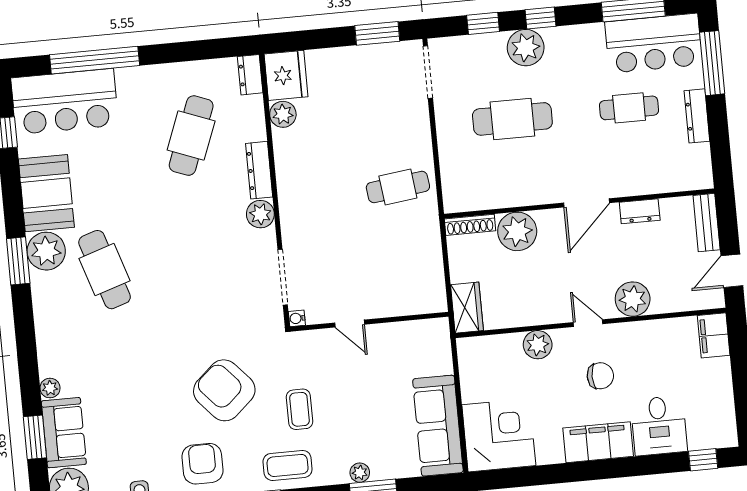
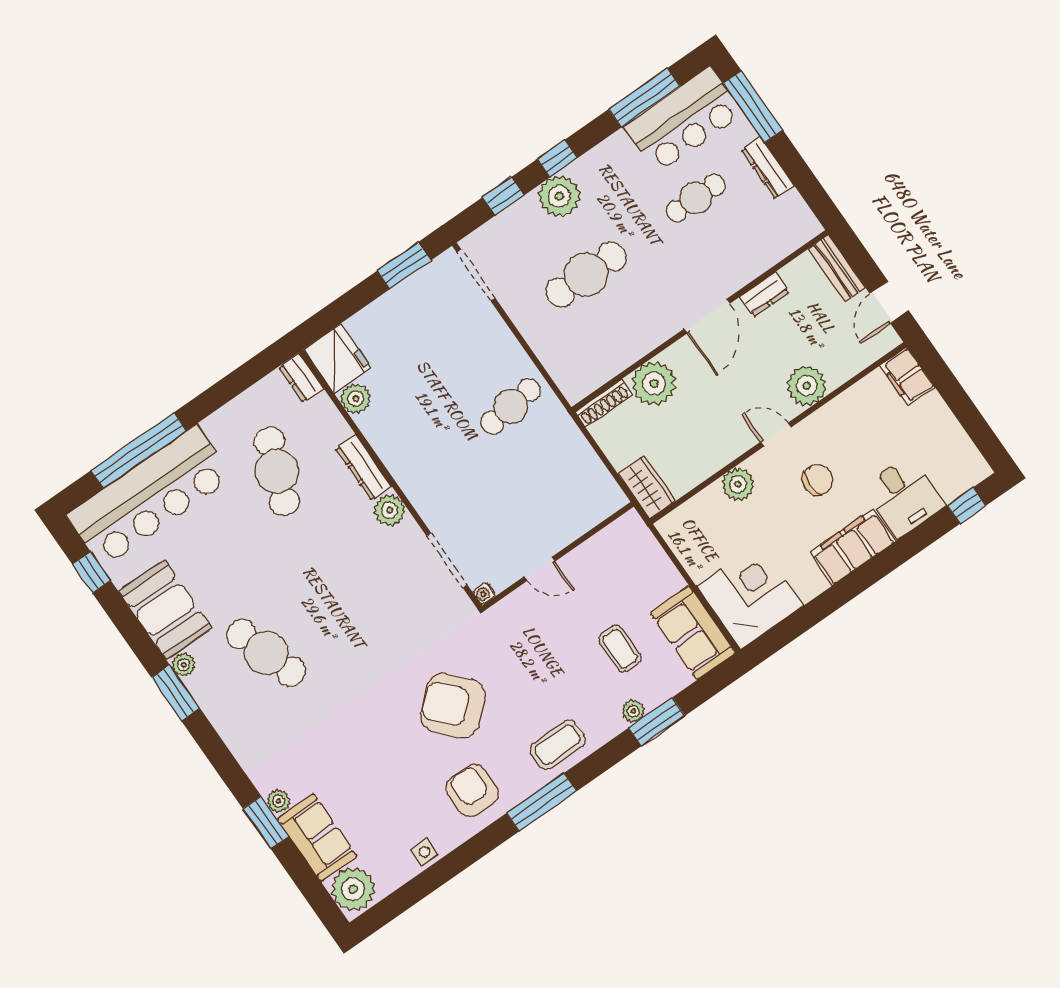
bar counter: (65, 102) -> (150, 496), width x1.36
plant: (46, 251) -> (184, 665), width x0.53, depth x0.53
coffee table: (299, 409) -> (620, 649), moved
sofa: (438, 426) -> (693, 633), width x0.73
window: (35, 437) -> (266, 822), moved

